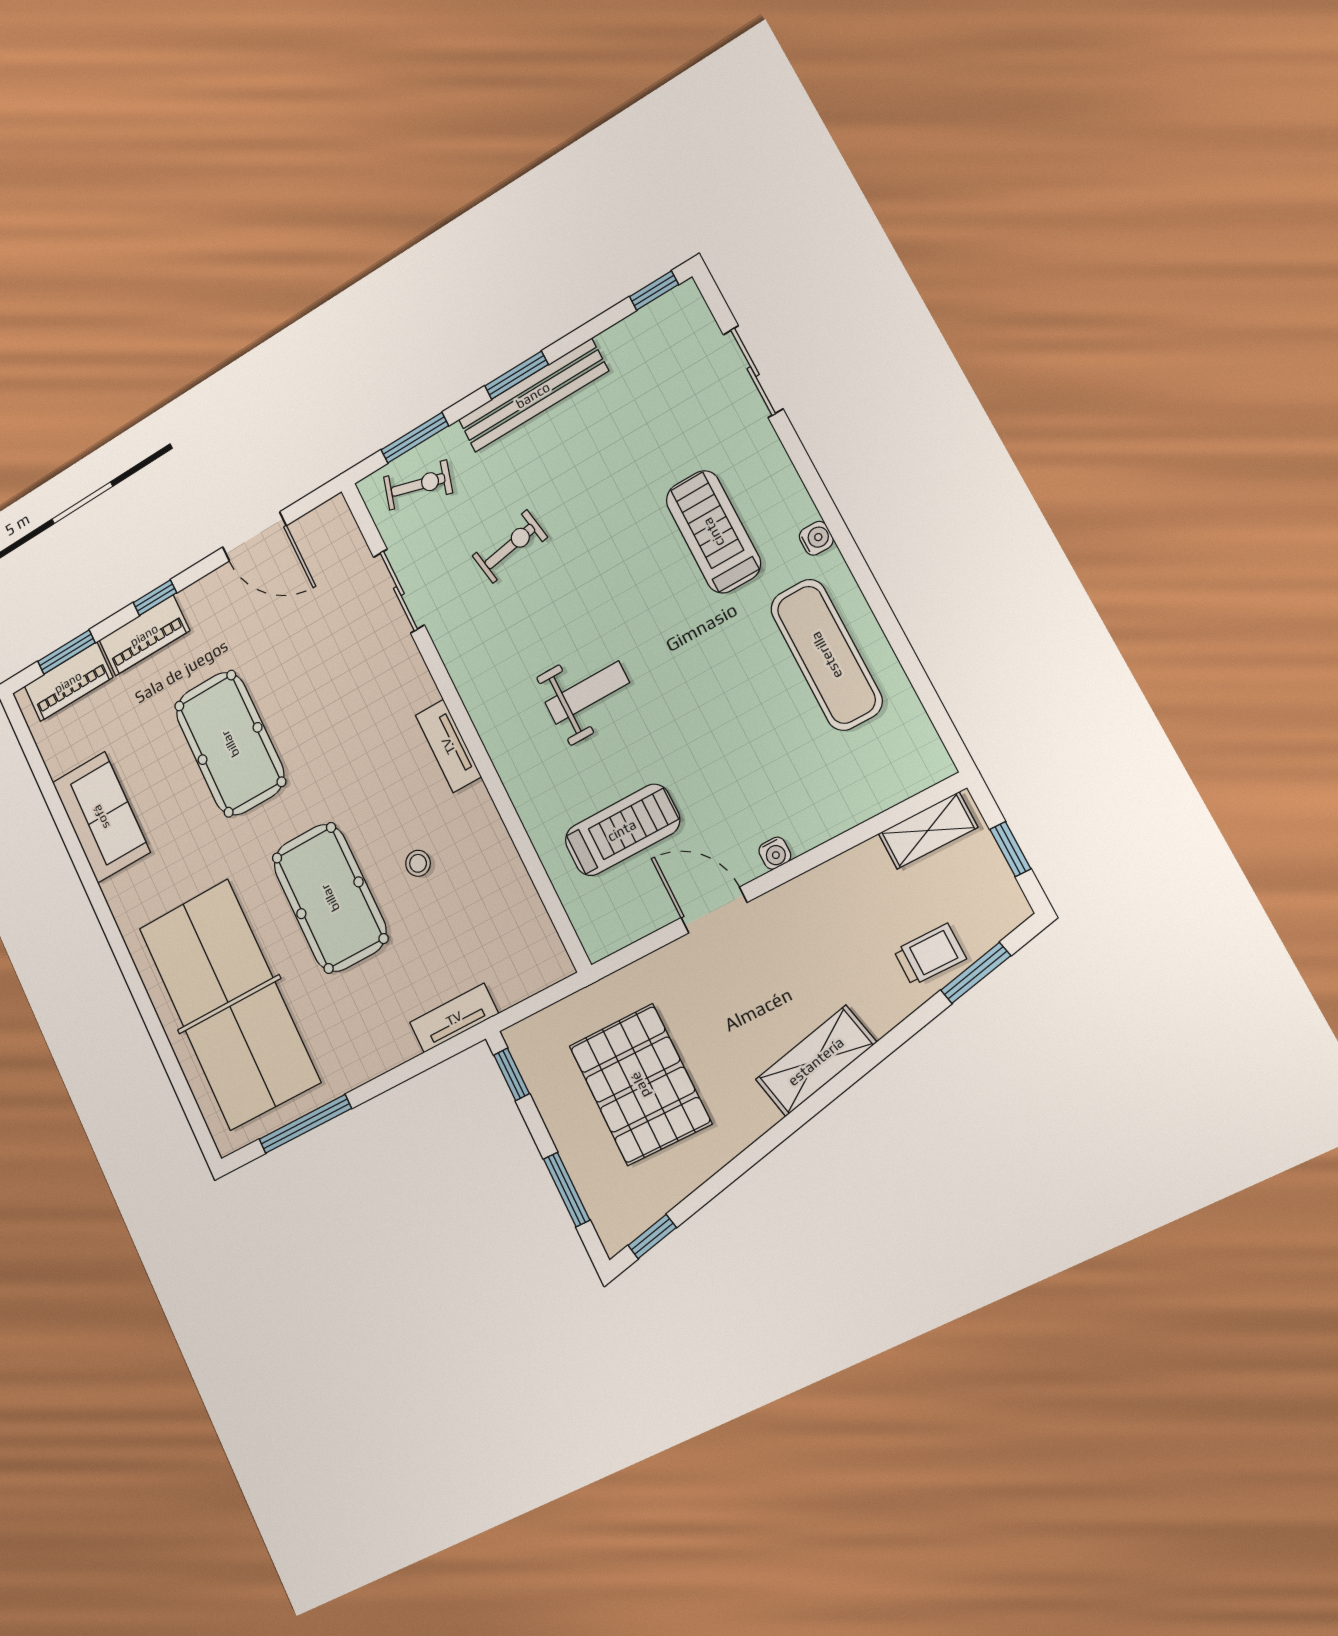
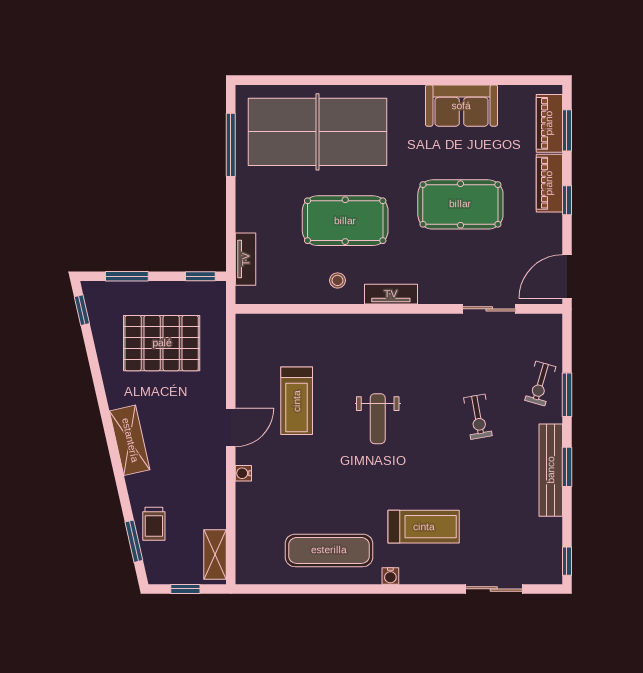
sliding door: (399, 591) -> (489, 309), moved
wall: (463, 722) -> (399, 309), moved
tv unit: (448, 746) -> (391, 294), moved

